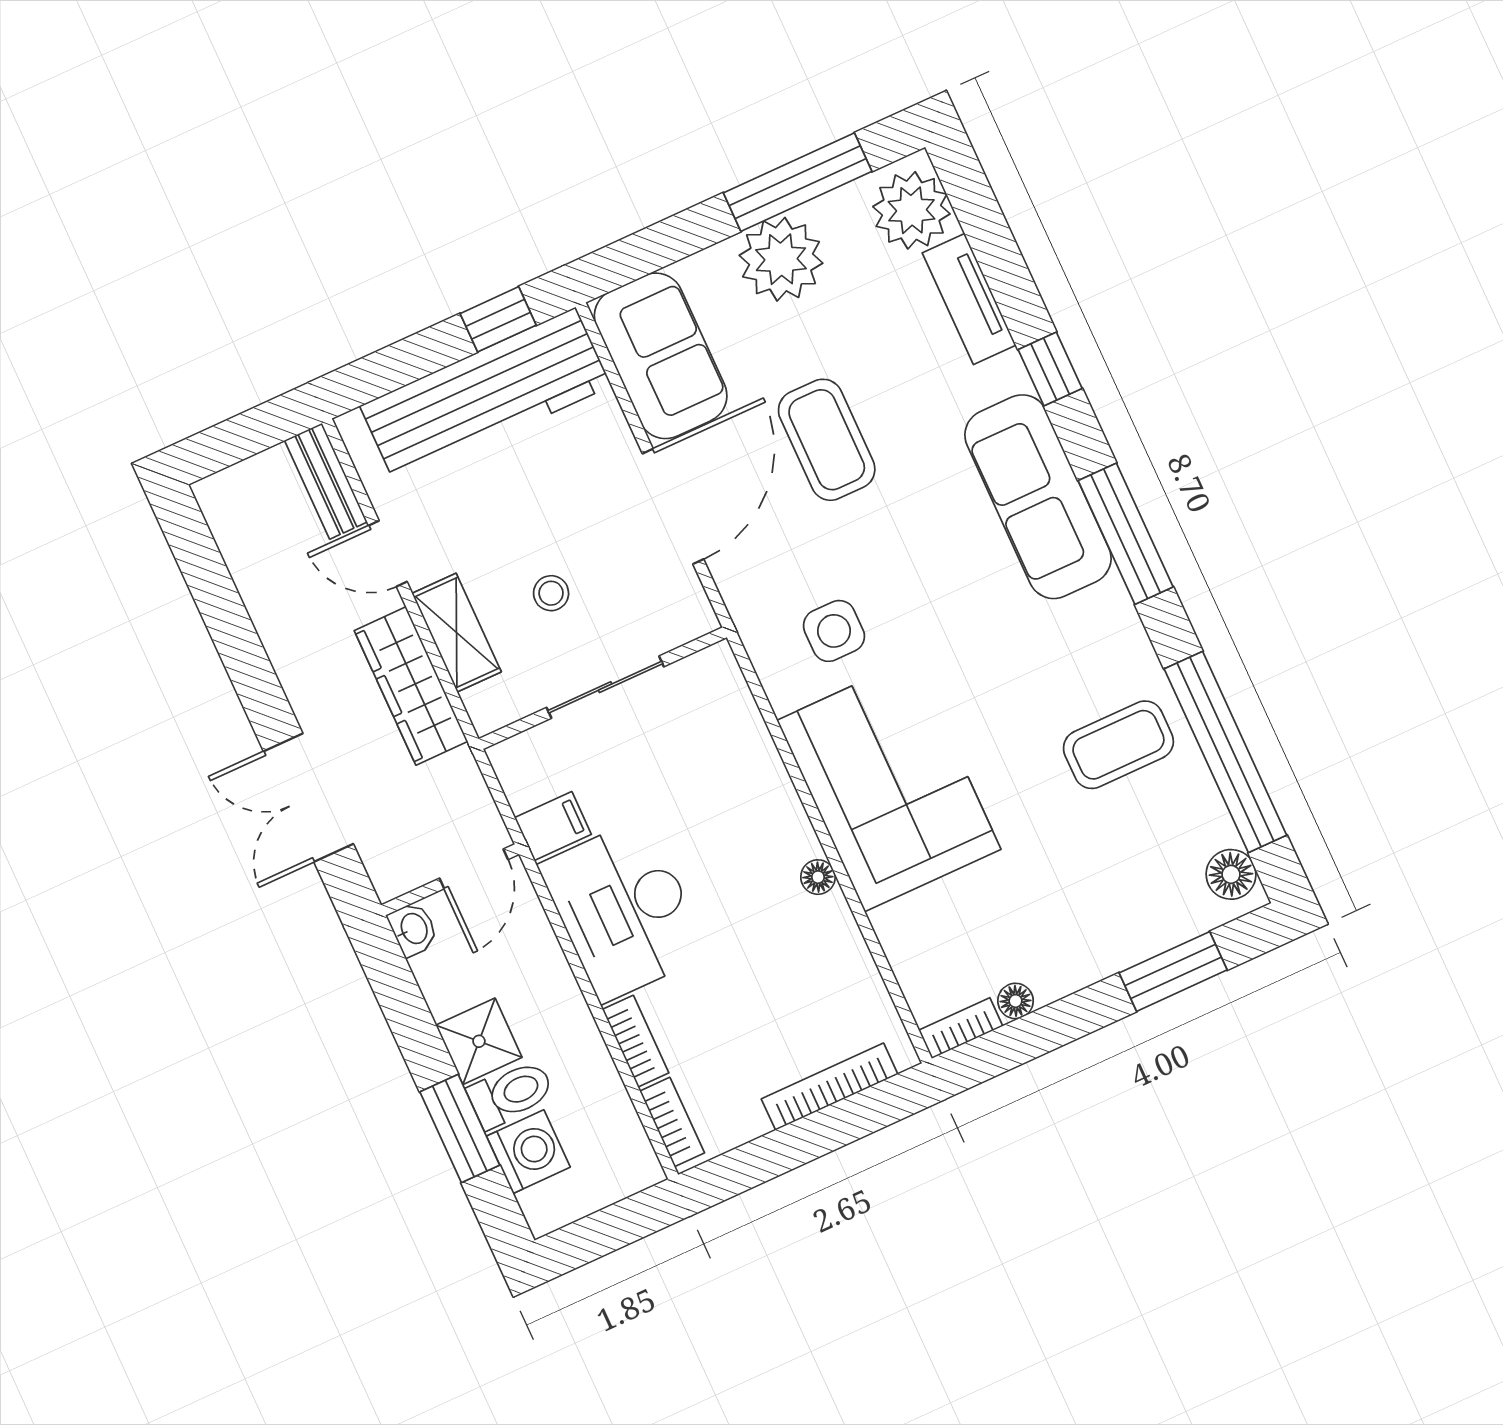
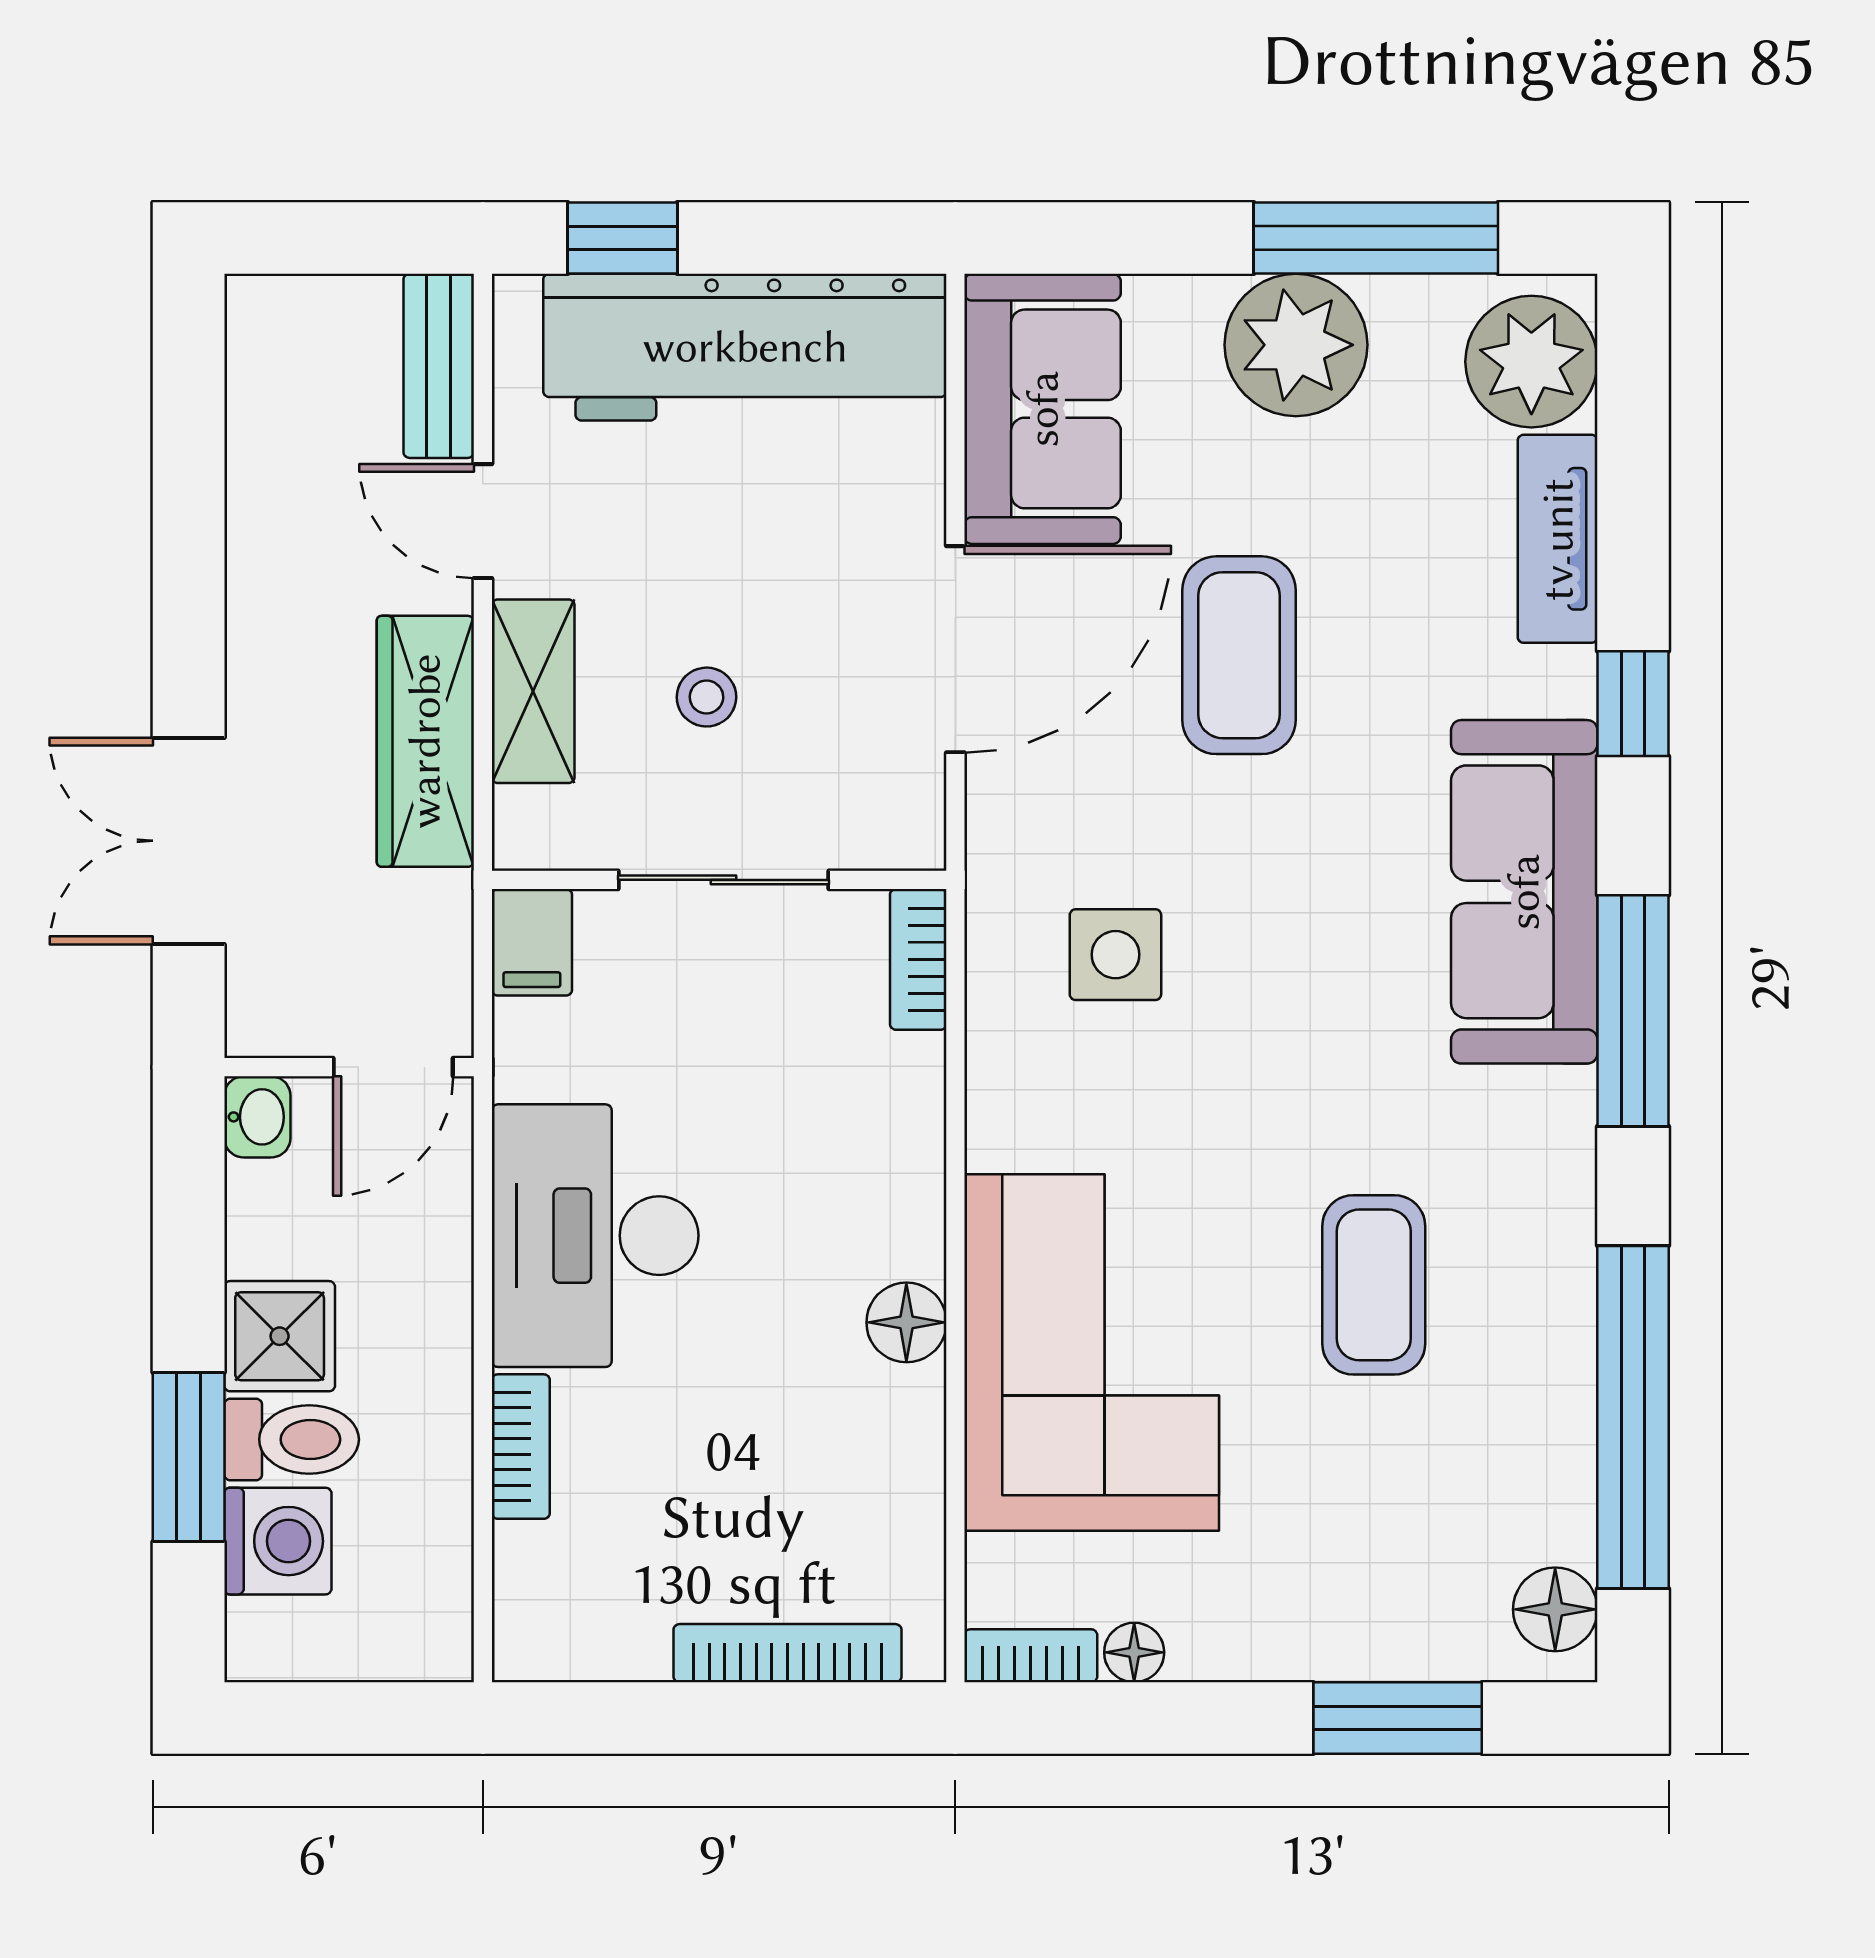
window: (498, 319) -> (623, 238), moved
coffee table: (1118, 745) -> (1374, 1285), moved, turned 90
corner sofa: (889, 785) -> (1092, 1353), moved
filing cabinet: (553, 826) -> (532, 942), moved, turned 90
floor lamp: (818, 877) -> (906, 1322), width x1.37, depth x1.37
bookcase: (672, 1122) -> (918, 959), moved, turned 180

